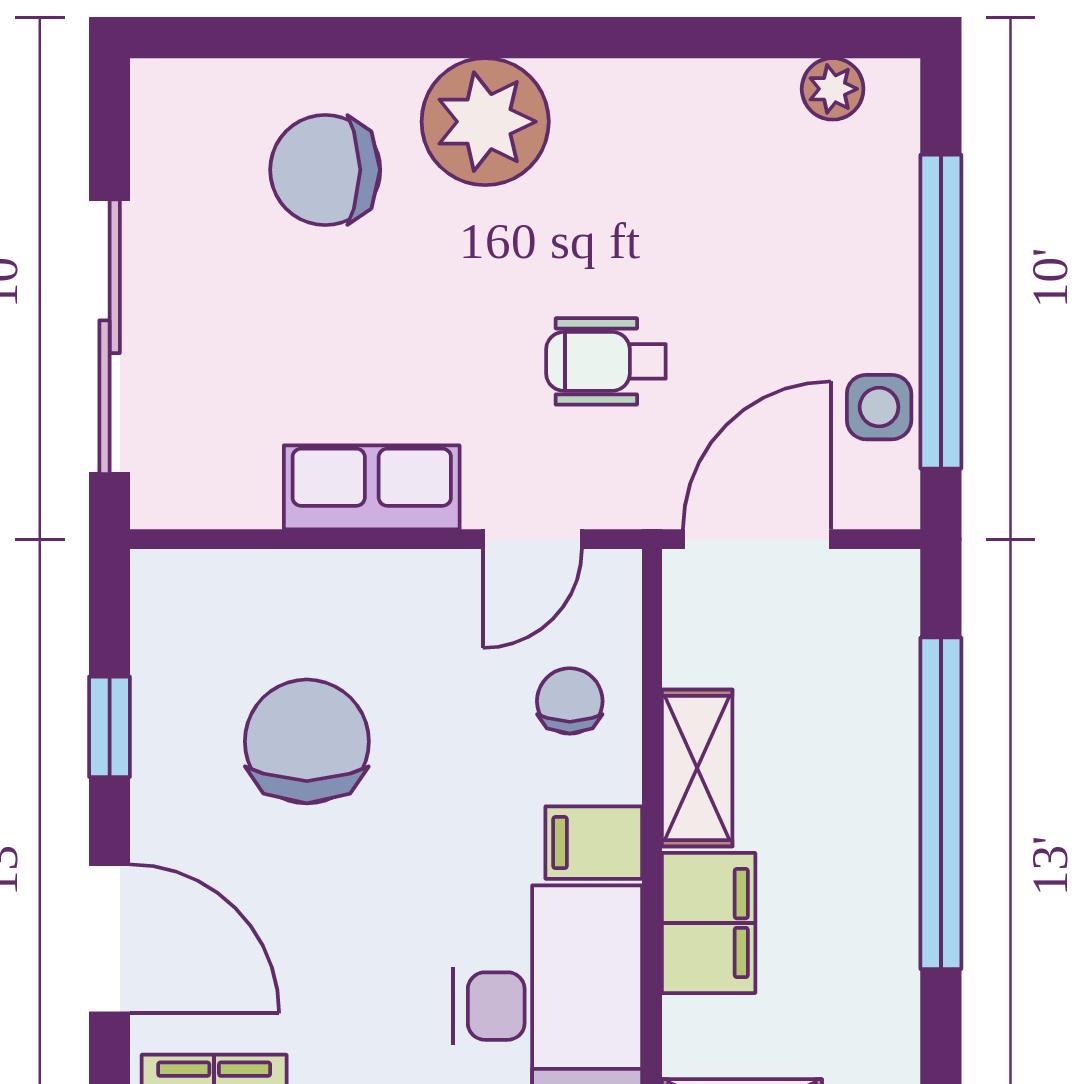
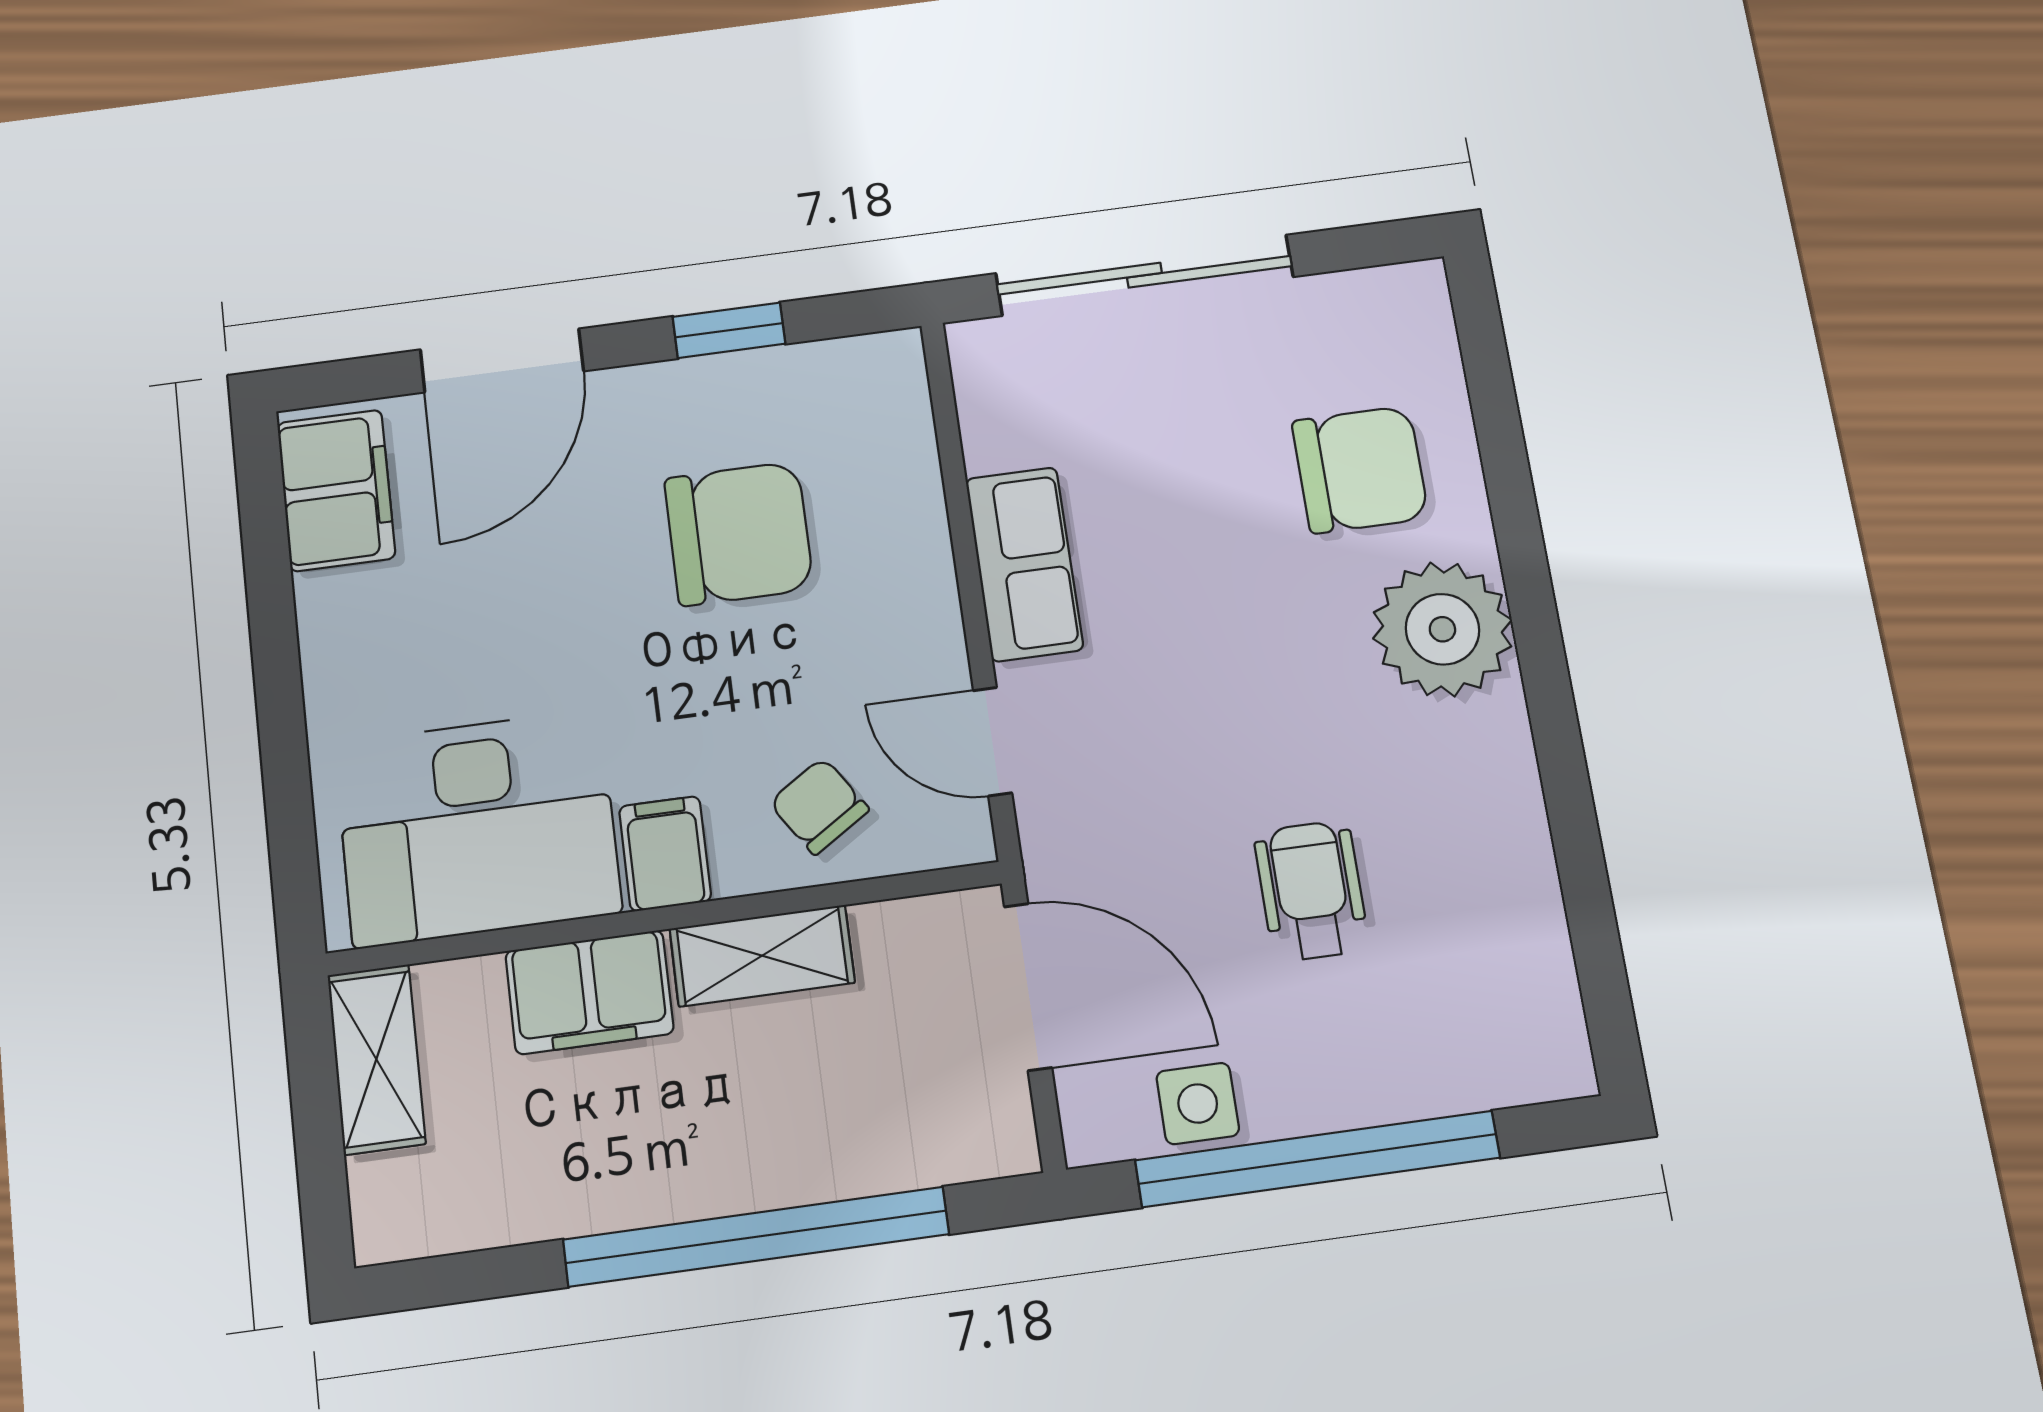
plant: (833, 89) -> (1548, 1002), removed
chair: (325, 170) -> (1360, 470), turned 90
wheelchair: (606, 361) -> (1311, 891), moved
chair: (570, 701) -> (819, 806), turned -123

